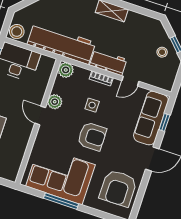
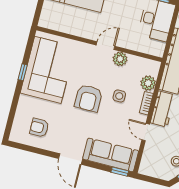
plant: (66, 70) -> (148, 83), moved
window: (164, 122) -> (120, 172), moved
armchair: (118, 188) -> (39, 128), width x0.53, depth x0.53
window: (61, 201) -> (23, 72), width x0.46

